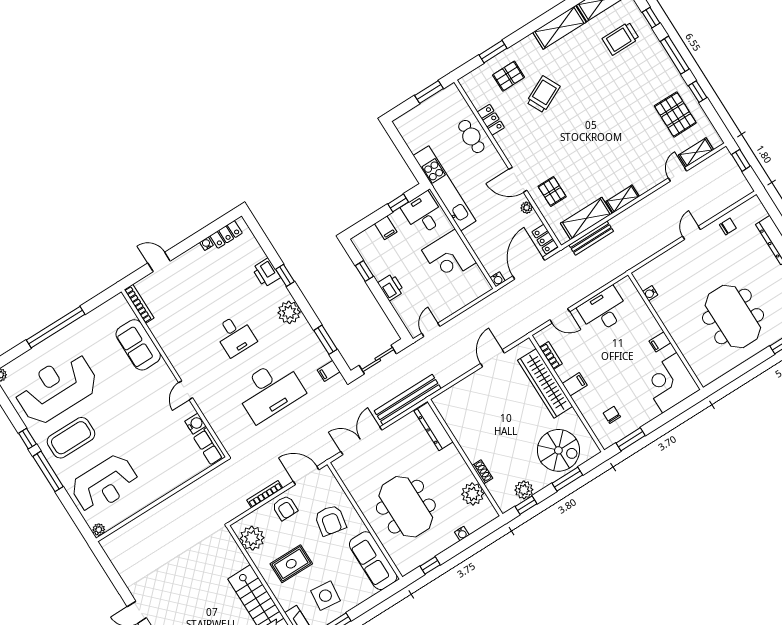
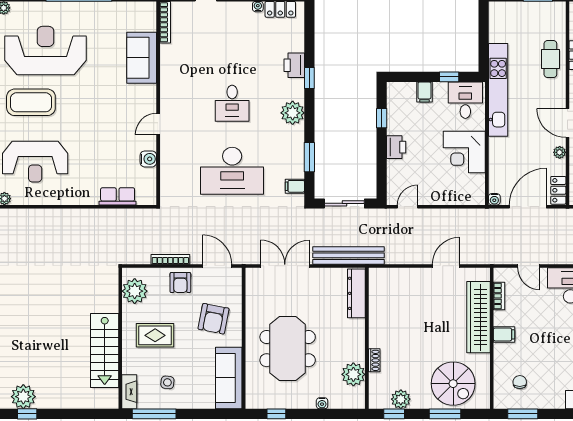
row of seats: (209, 447) -> (118, 196), moved, turned 90
side table: (325, 596) -> (167, 382), width x0.54, depth x0.54

